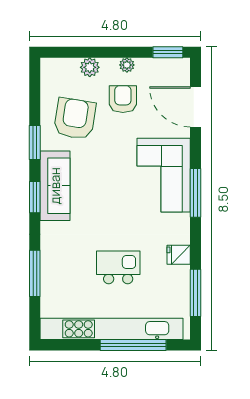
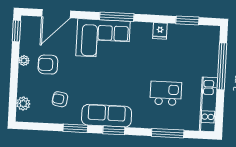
plant: (90, 67) -> (23, 104), moved
armchair: (75, 119) -> (60, 99), width x0.53, depth x0.53
kitchen island: (118, 267) -> (166, 93), moved, turned 90
window: (196, 293) -> (187, 20), width x0.69
kitchen unit: (111, 329) -> (208, 104), width x0.54

